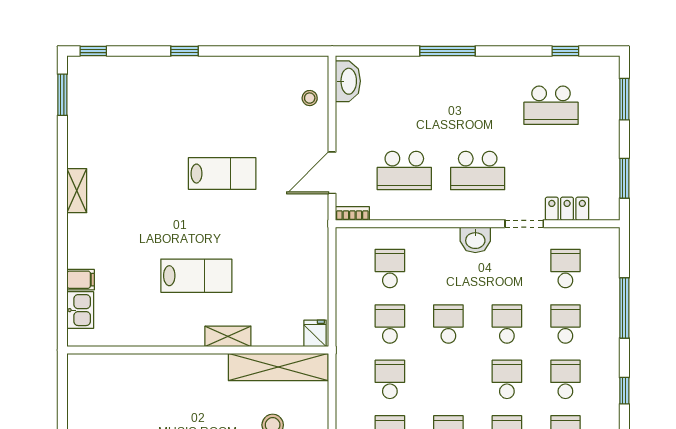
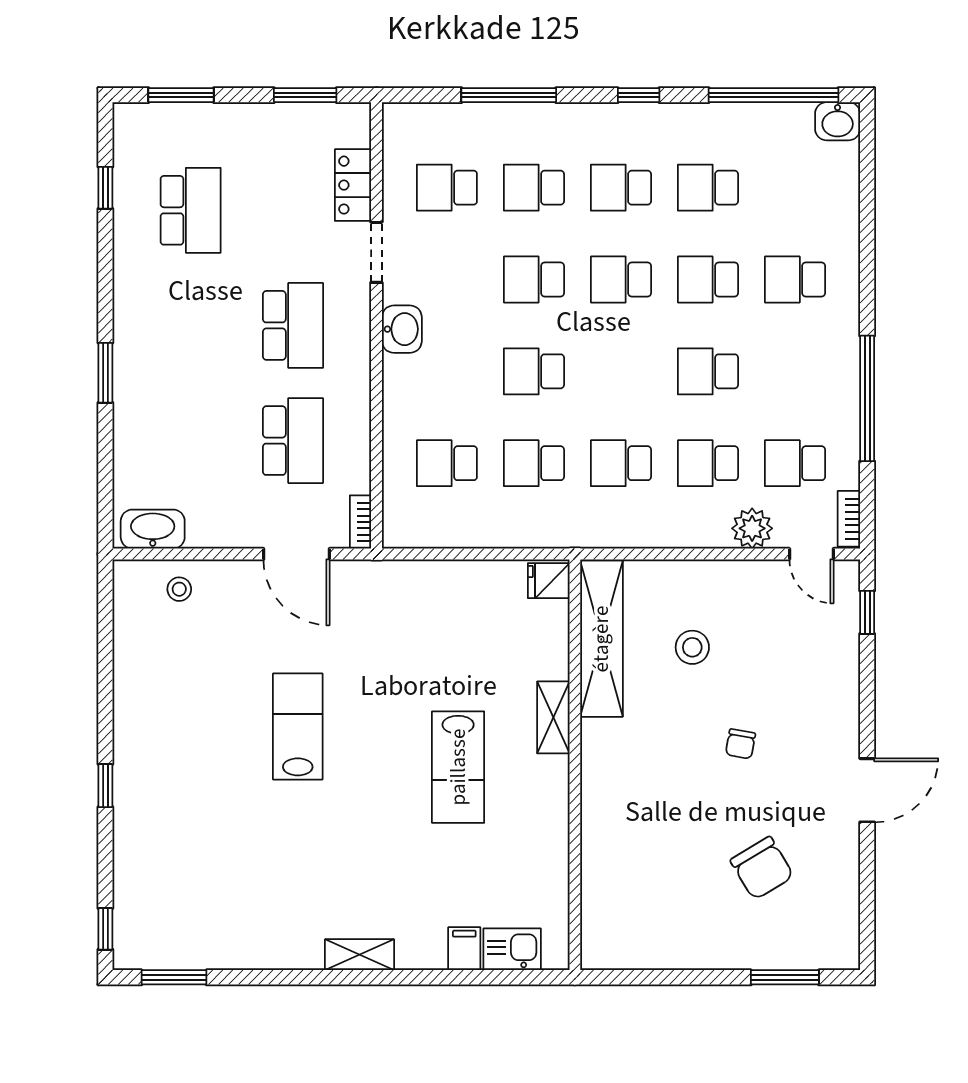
window: (448, 51) -> (105, 373), width x0.69
shelving: (77, 191) -> (360, 955), moved
lab bench: (196, 276) -> (458, 767), turned 180

